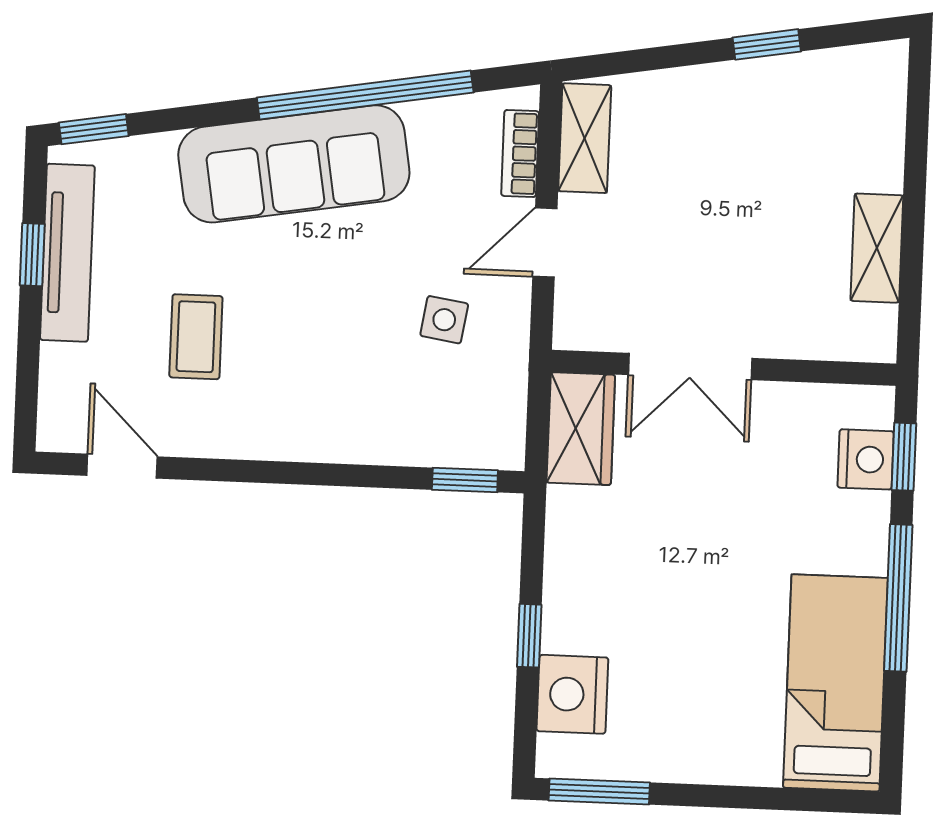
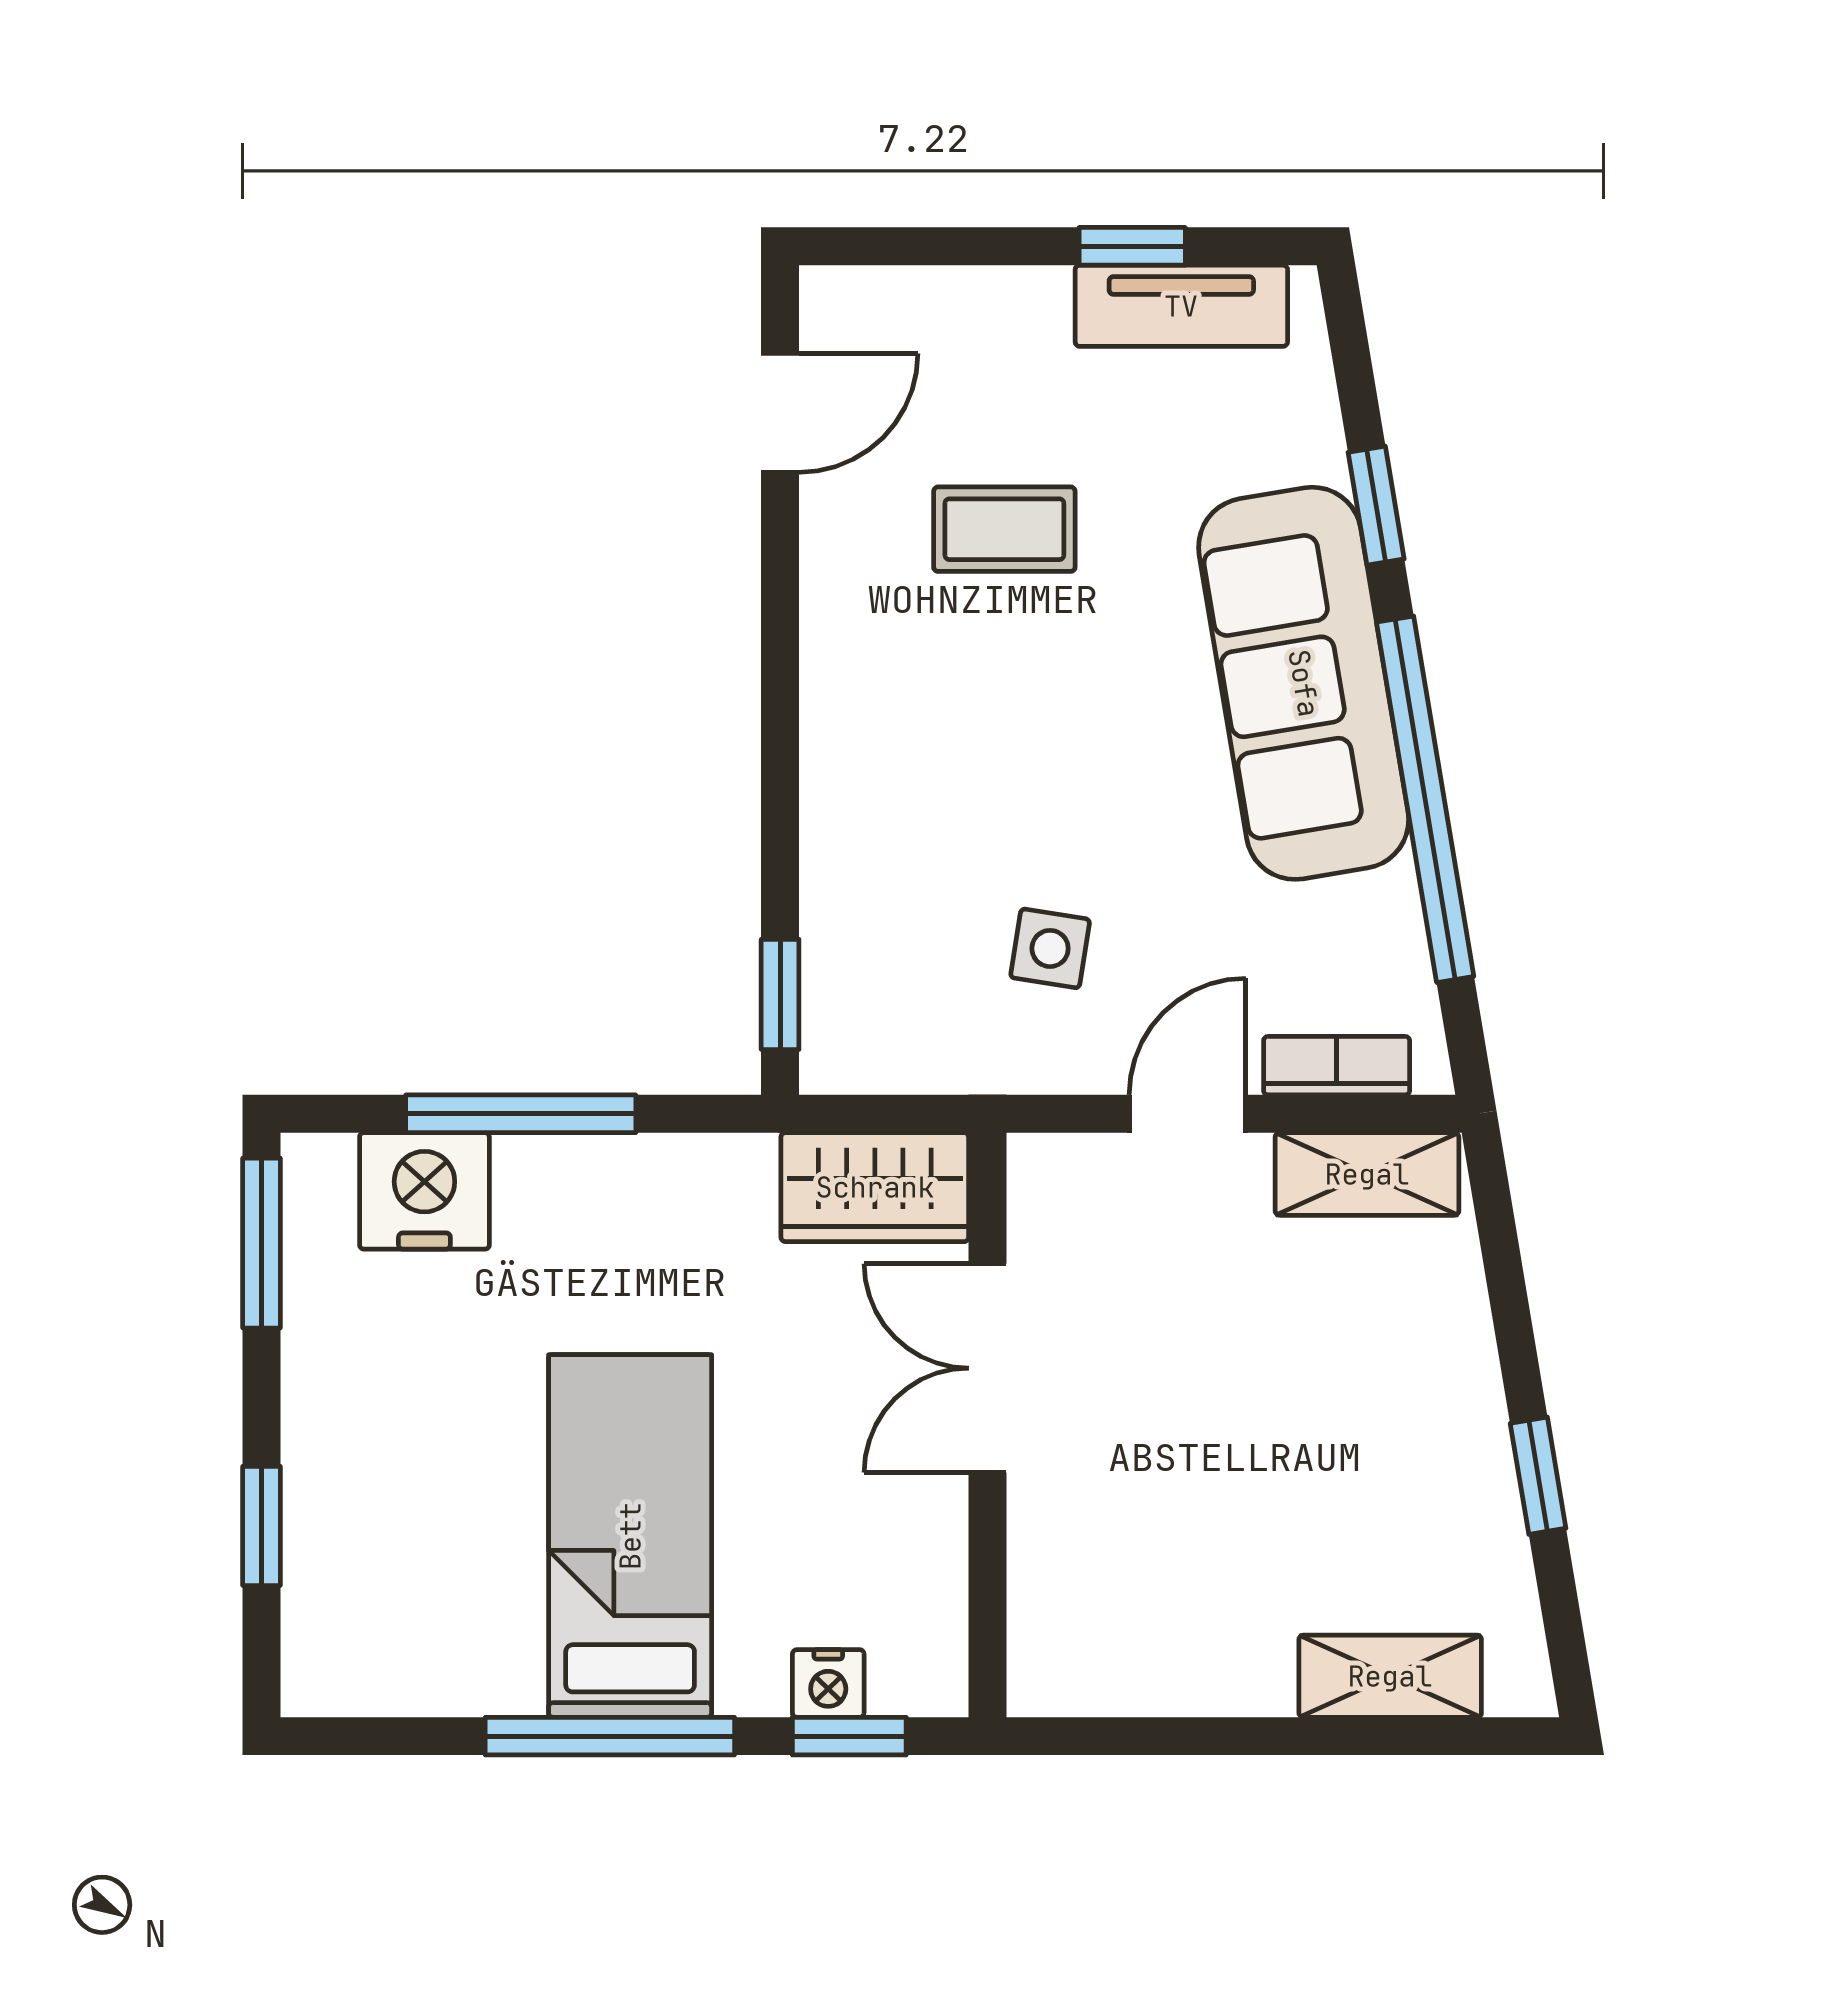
window: (94, 129) -> (1376, 506), moved
door: (545, 243) -> (1188, 1114), hinge flipped
shelving: (877, 248) -> (1390, 1676), moved
tv unit: (67, 253) -> (1181, 306), width x0.71
nightstand: (866, 459) -> (828, 1683), width x0.72, depth x0.74
window: (529, 636) -> (521, 1114), width x2.17
bed: (835, 683) -> (630, 1536), moved, turned -90
window: (766, 798) -> (262, 1526), added

